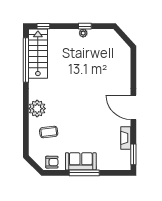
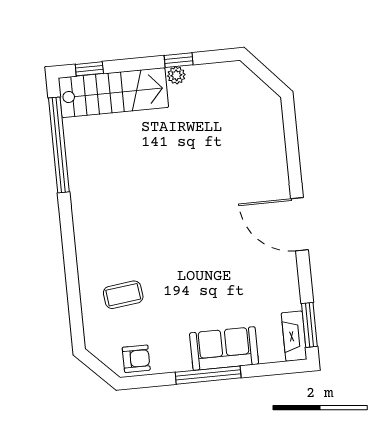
stairs: (38, 54) -> (113, 93), moved, turned 90
plant: (37, 109) -> (93, 247), removed
fireplace: (126, 138) -> (294, 336), moved
sofa: (81, 161) -> (224, 349), moved

